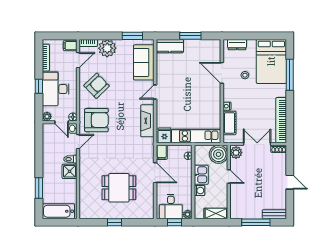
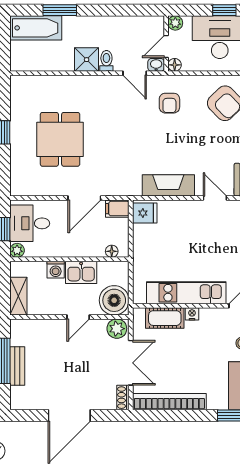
armchair: (96, 120) -> (169, 103), width x0.53, depth x0.53
kitchen unit: (196, 136) -> (186, 293), moved, turned -90
door: (290, 182) -> (69, 416), width x1.88
bathtub: (58, 211) -> (36, 28), moved, turned 90
bench: (274, 214) -> (17, 366), moved

